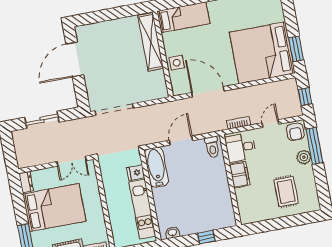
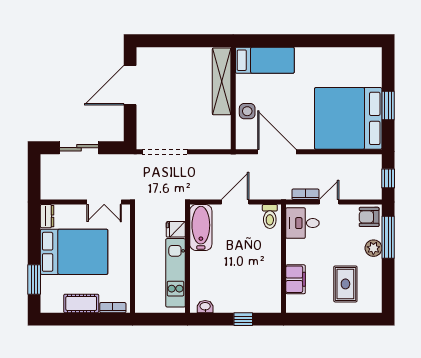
window: (296, 49) -> (388, 106), moved
door: (270, 124) -> (329, 202), moved
armchair: (295, 132) -> (369, 217), turned 90
filing cabinet: (240, 175) -> (296, 279), moved

